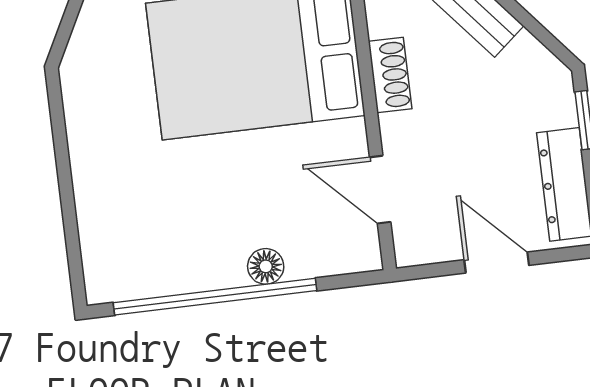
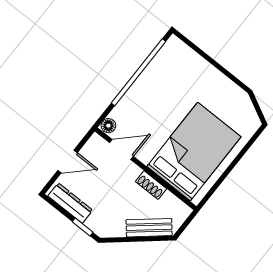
floor lamp: (266, 266) -> (108, 126), moved

